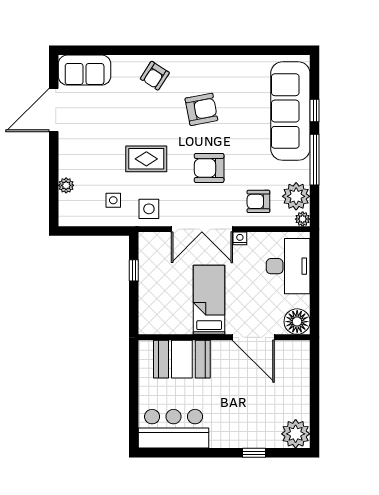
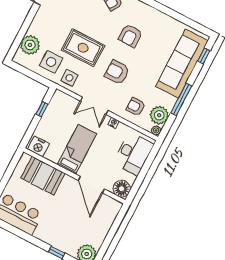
armchair: (201, 109) -> (130, 36), turned 101
window: (315, 111) -> (204, 56), moved
rug: (146, 159) -> (83, 48), width x1.36, depth x1.43
plant: (66, 185) -> (30, 45), width x1.88, depth x1.88
side table: (113, 200) -> (51, 62), width x1.87, depth x1.87
double door: (202, 229) -> (94, 106), width x0.73
nightstand: (156, 323) -> (39, 146), added

